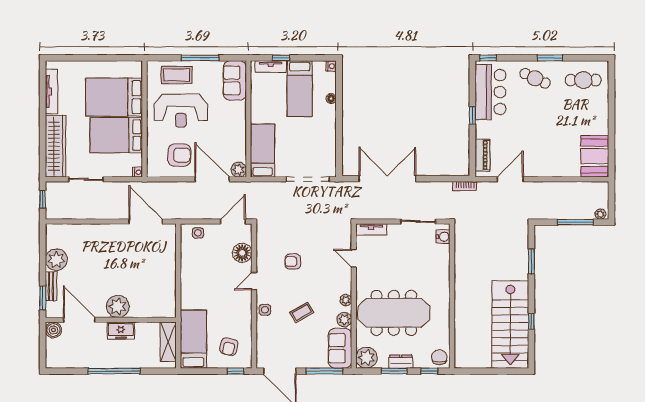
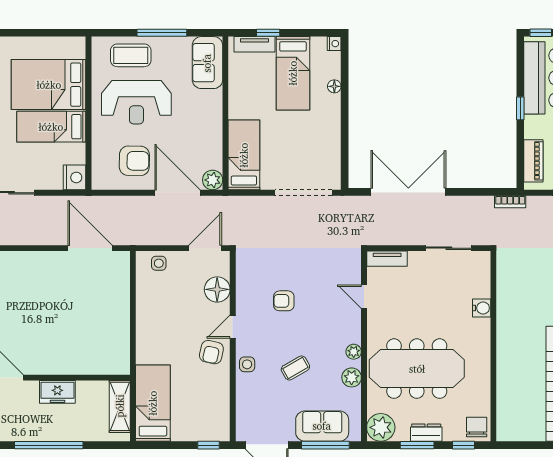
bed: (116, 135) -> (51, 127), width x0.67
nightstand: (138, 172) -> (75, 177), width x1.89, depth x1.79
water cooler: (443, 237) -> (482, 308), moved
plant: (118, 306) -> (53, 360), removed
armchair: (229, 347) -> (211, 352), moved
sofa: (340, 348) -> (322, 426), moved, turned 90

